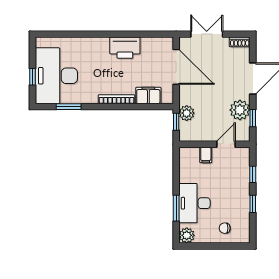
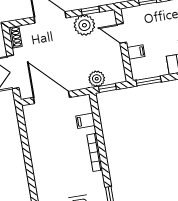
printer: (125, 48) -> (41, 153), removed
door: (176, 67) -> (51, 97), hinge flipped
filing cabinet: (148, 95) -> (85, 121), width x0.50
window: (176, 162) -> (149, 81), added

